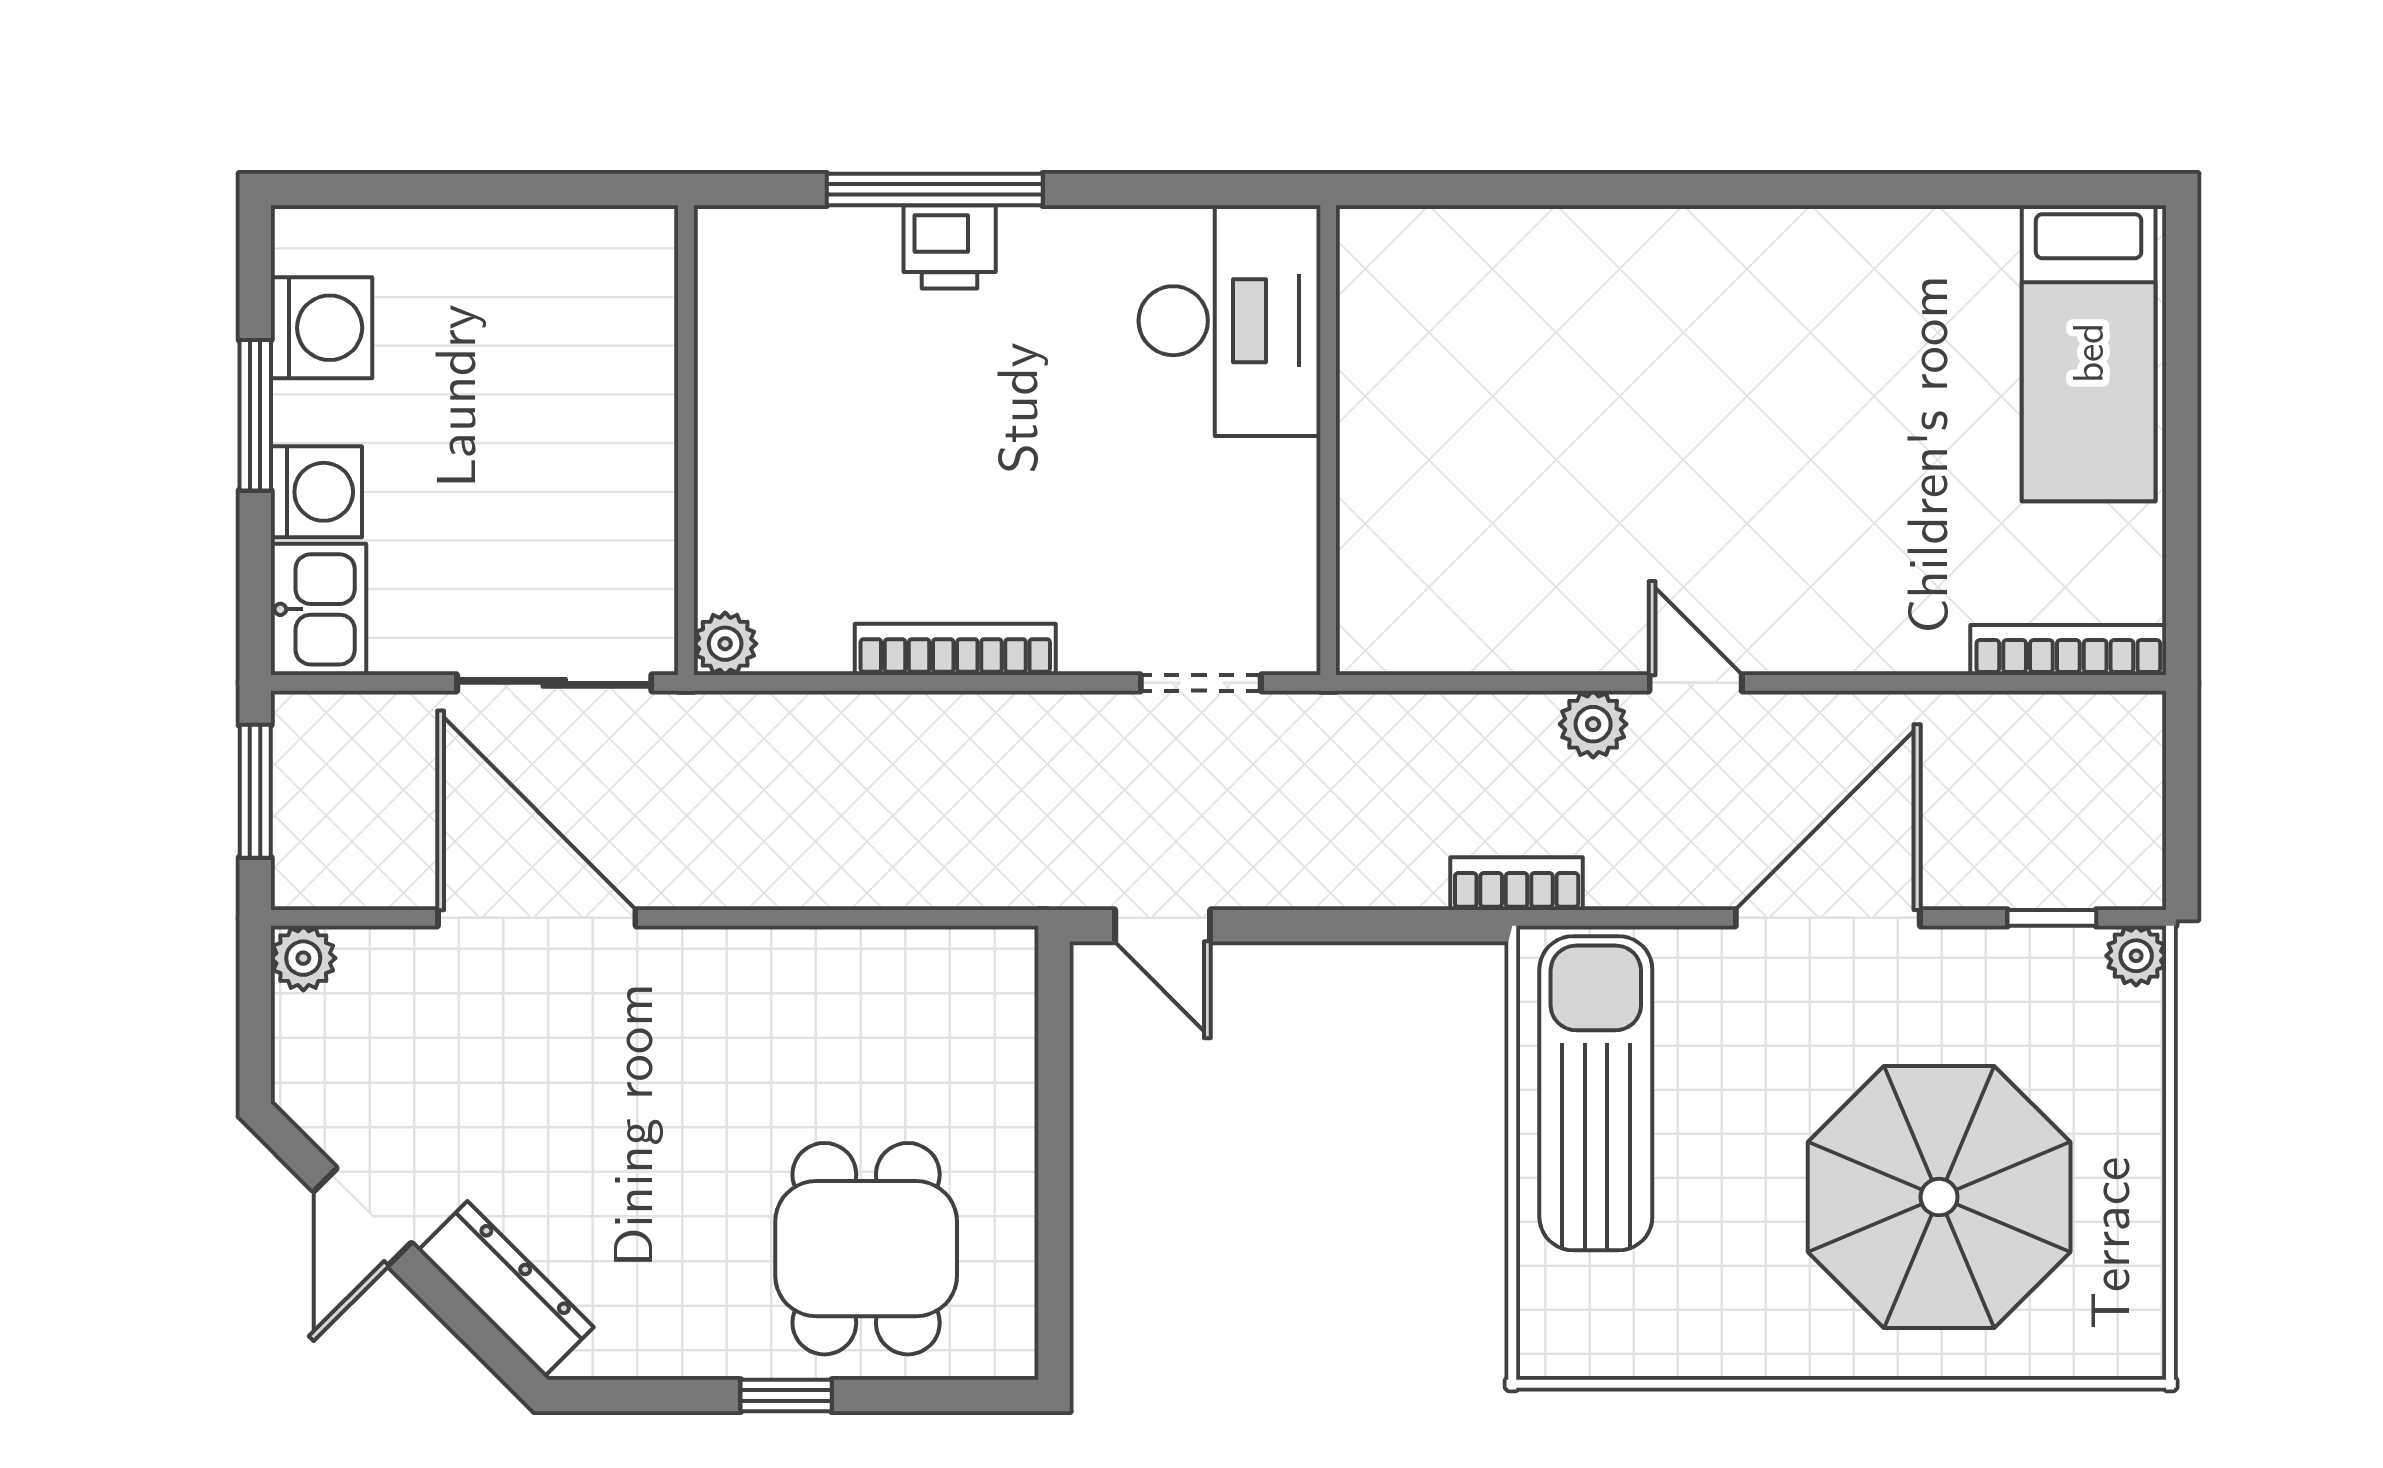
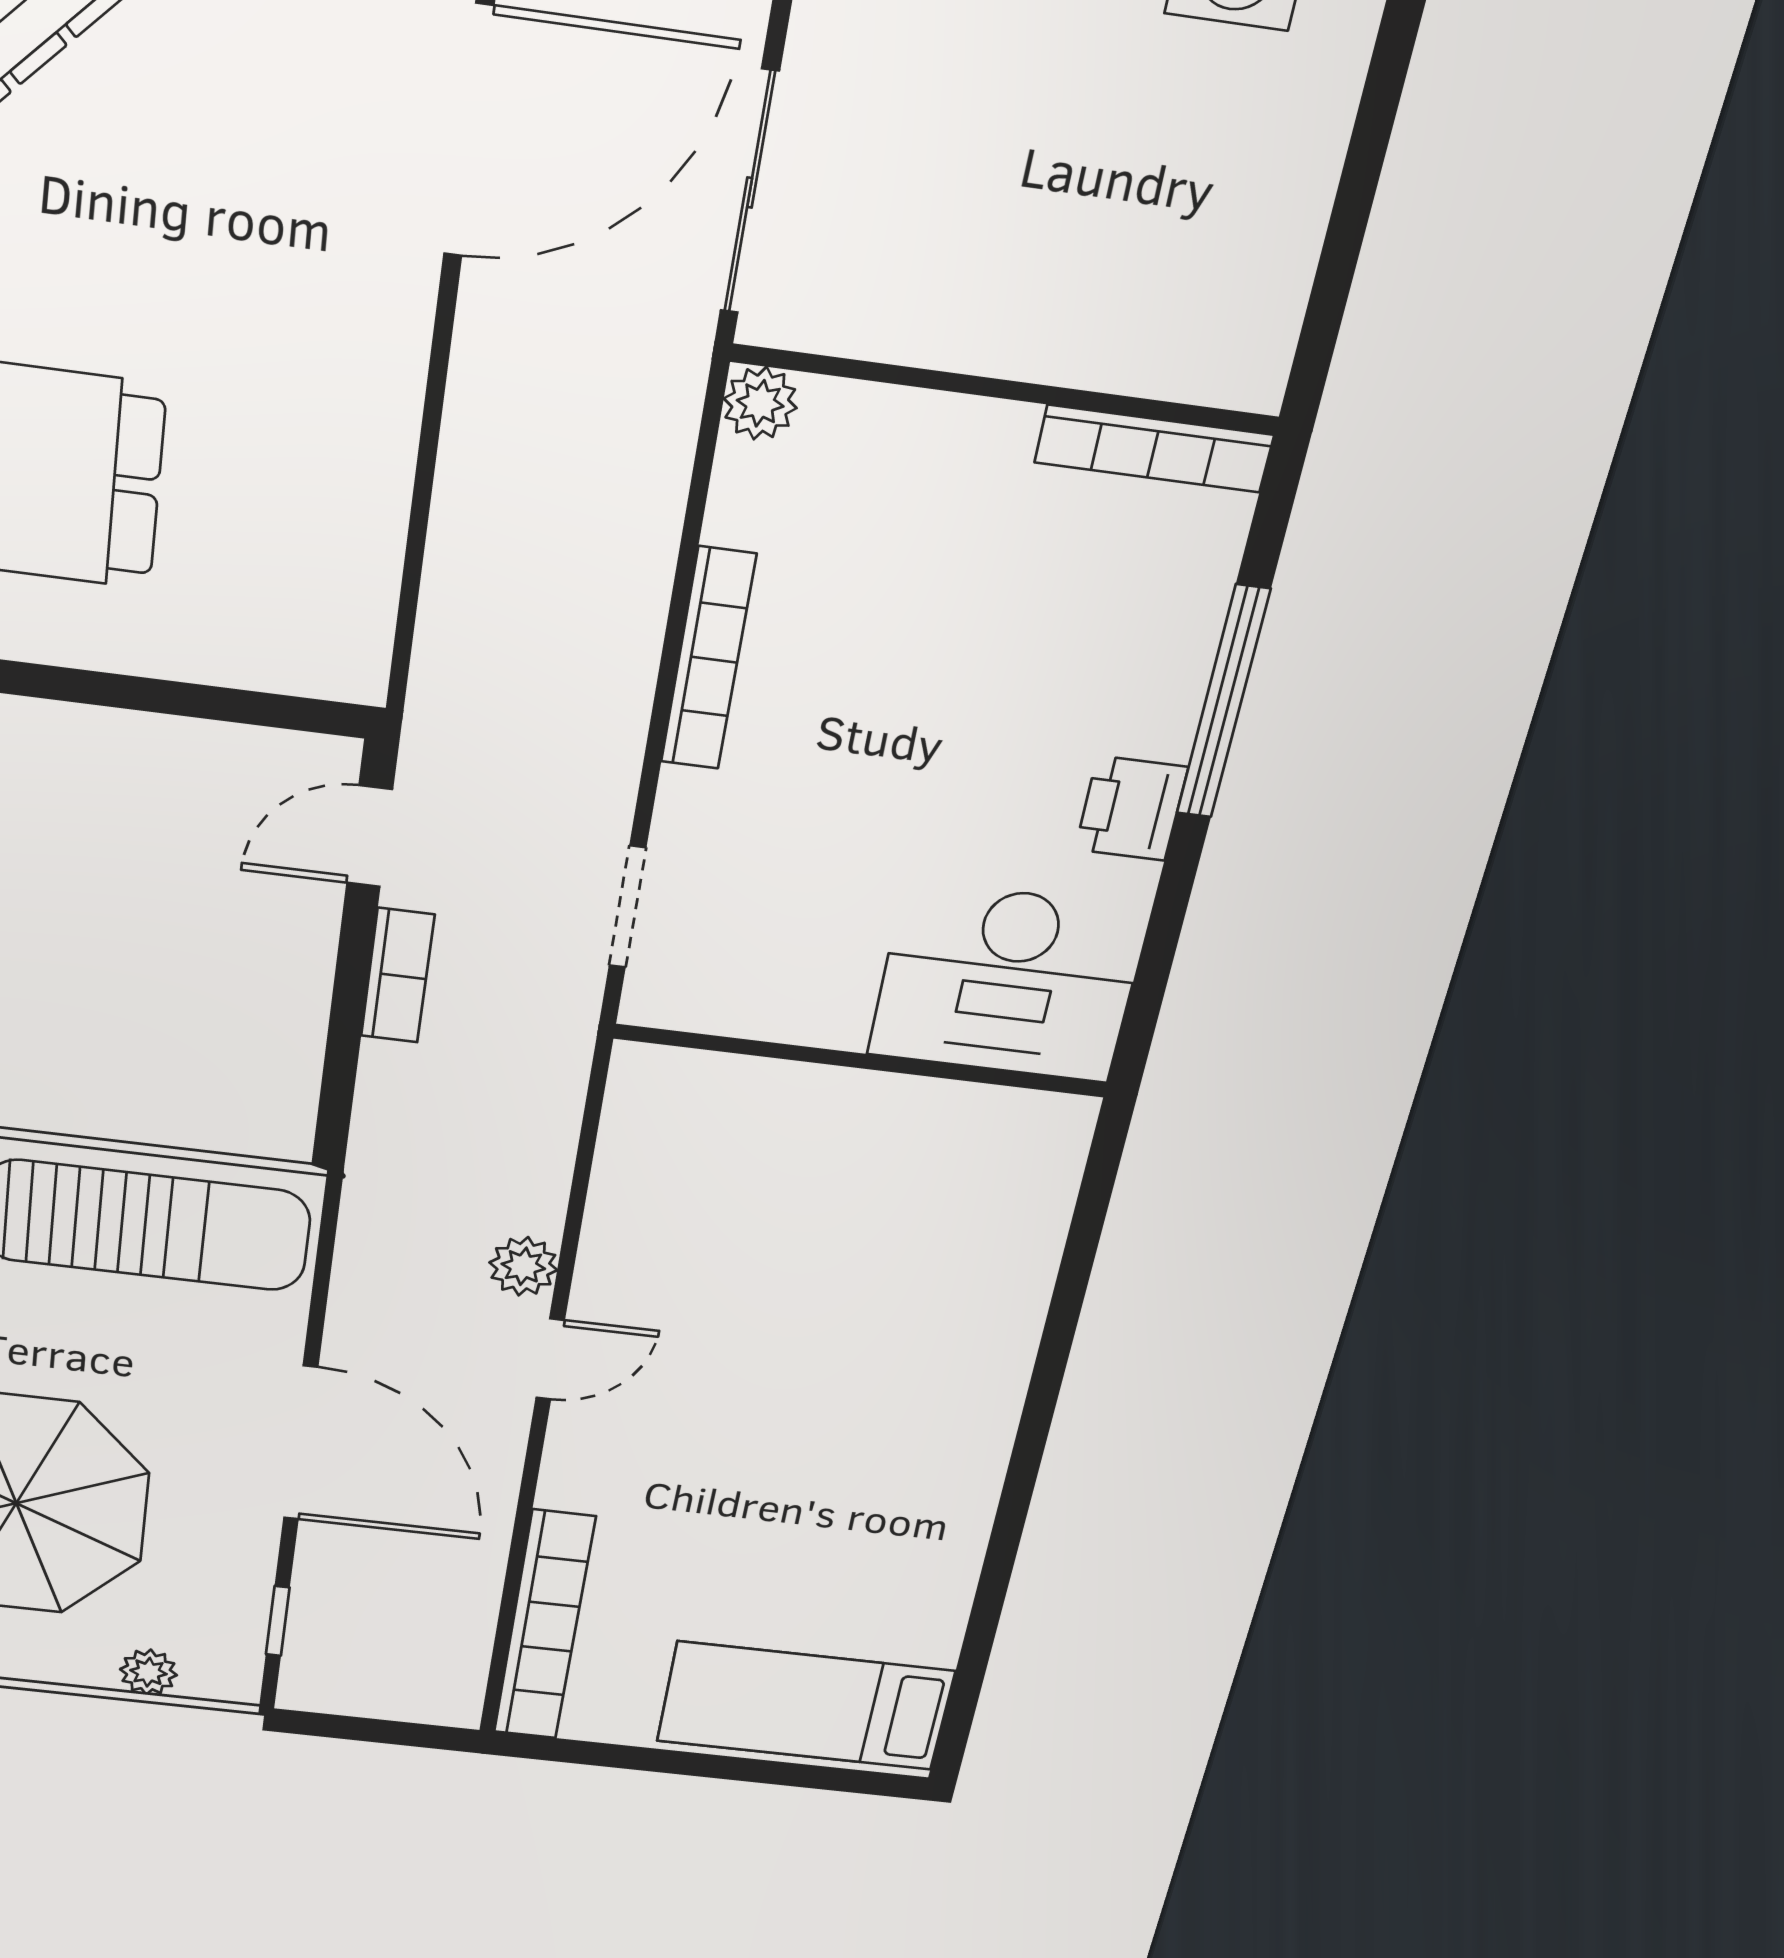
printer: (950, 247) -> (1131, 808), moved
bookcase: (719, 304) -> (1154, 449), added
bookcase: (2068, 650) -> (544, 1626), width x1.48, depth x1.31
bookcase: (1517, 884) -> (398, 976), moved
plant: (2136, 956) -> (148, 1672), moved

